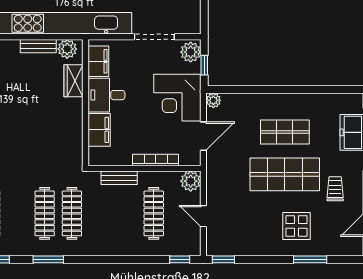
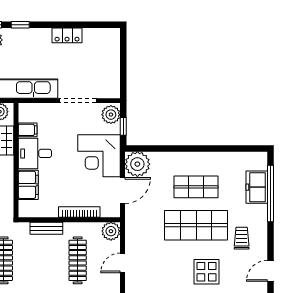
filing cabinet: (98, 61) -> (28, 130), width x0.50
plant: (213, 100) -> (137, 164), width x1.87, depth x1.87
door: (203, 216) -> (122, 263), hinge flipped

